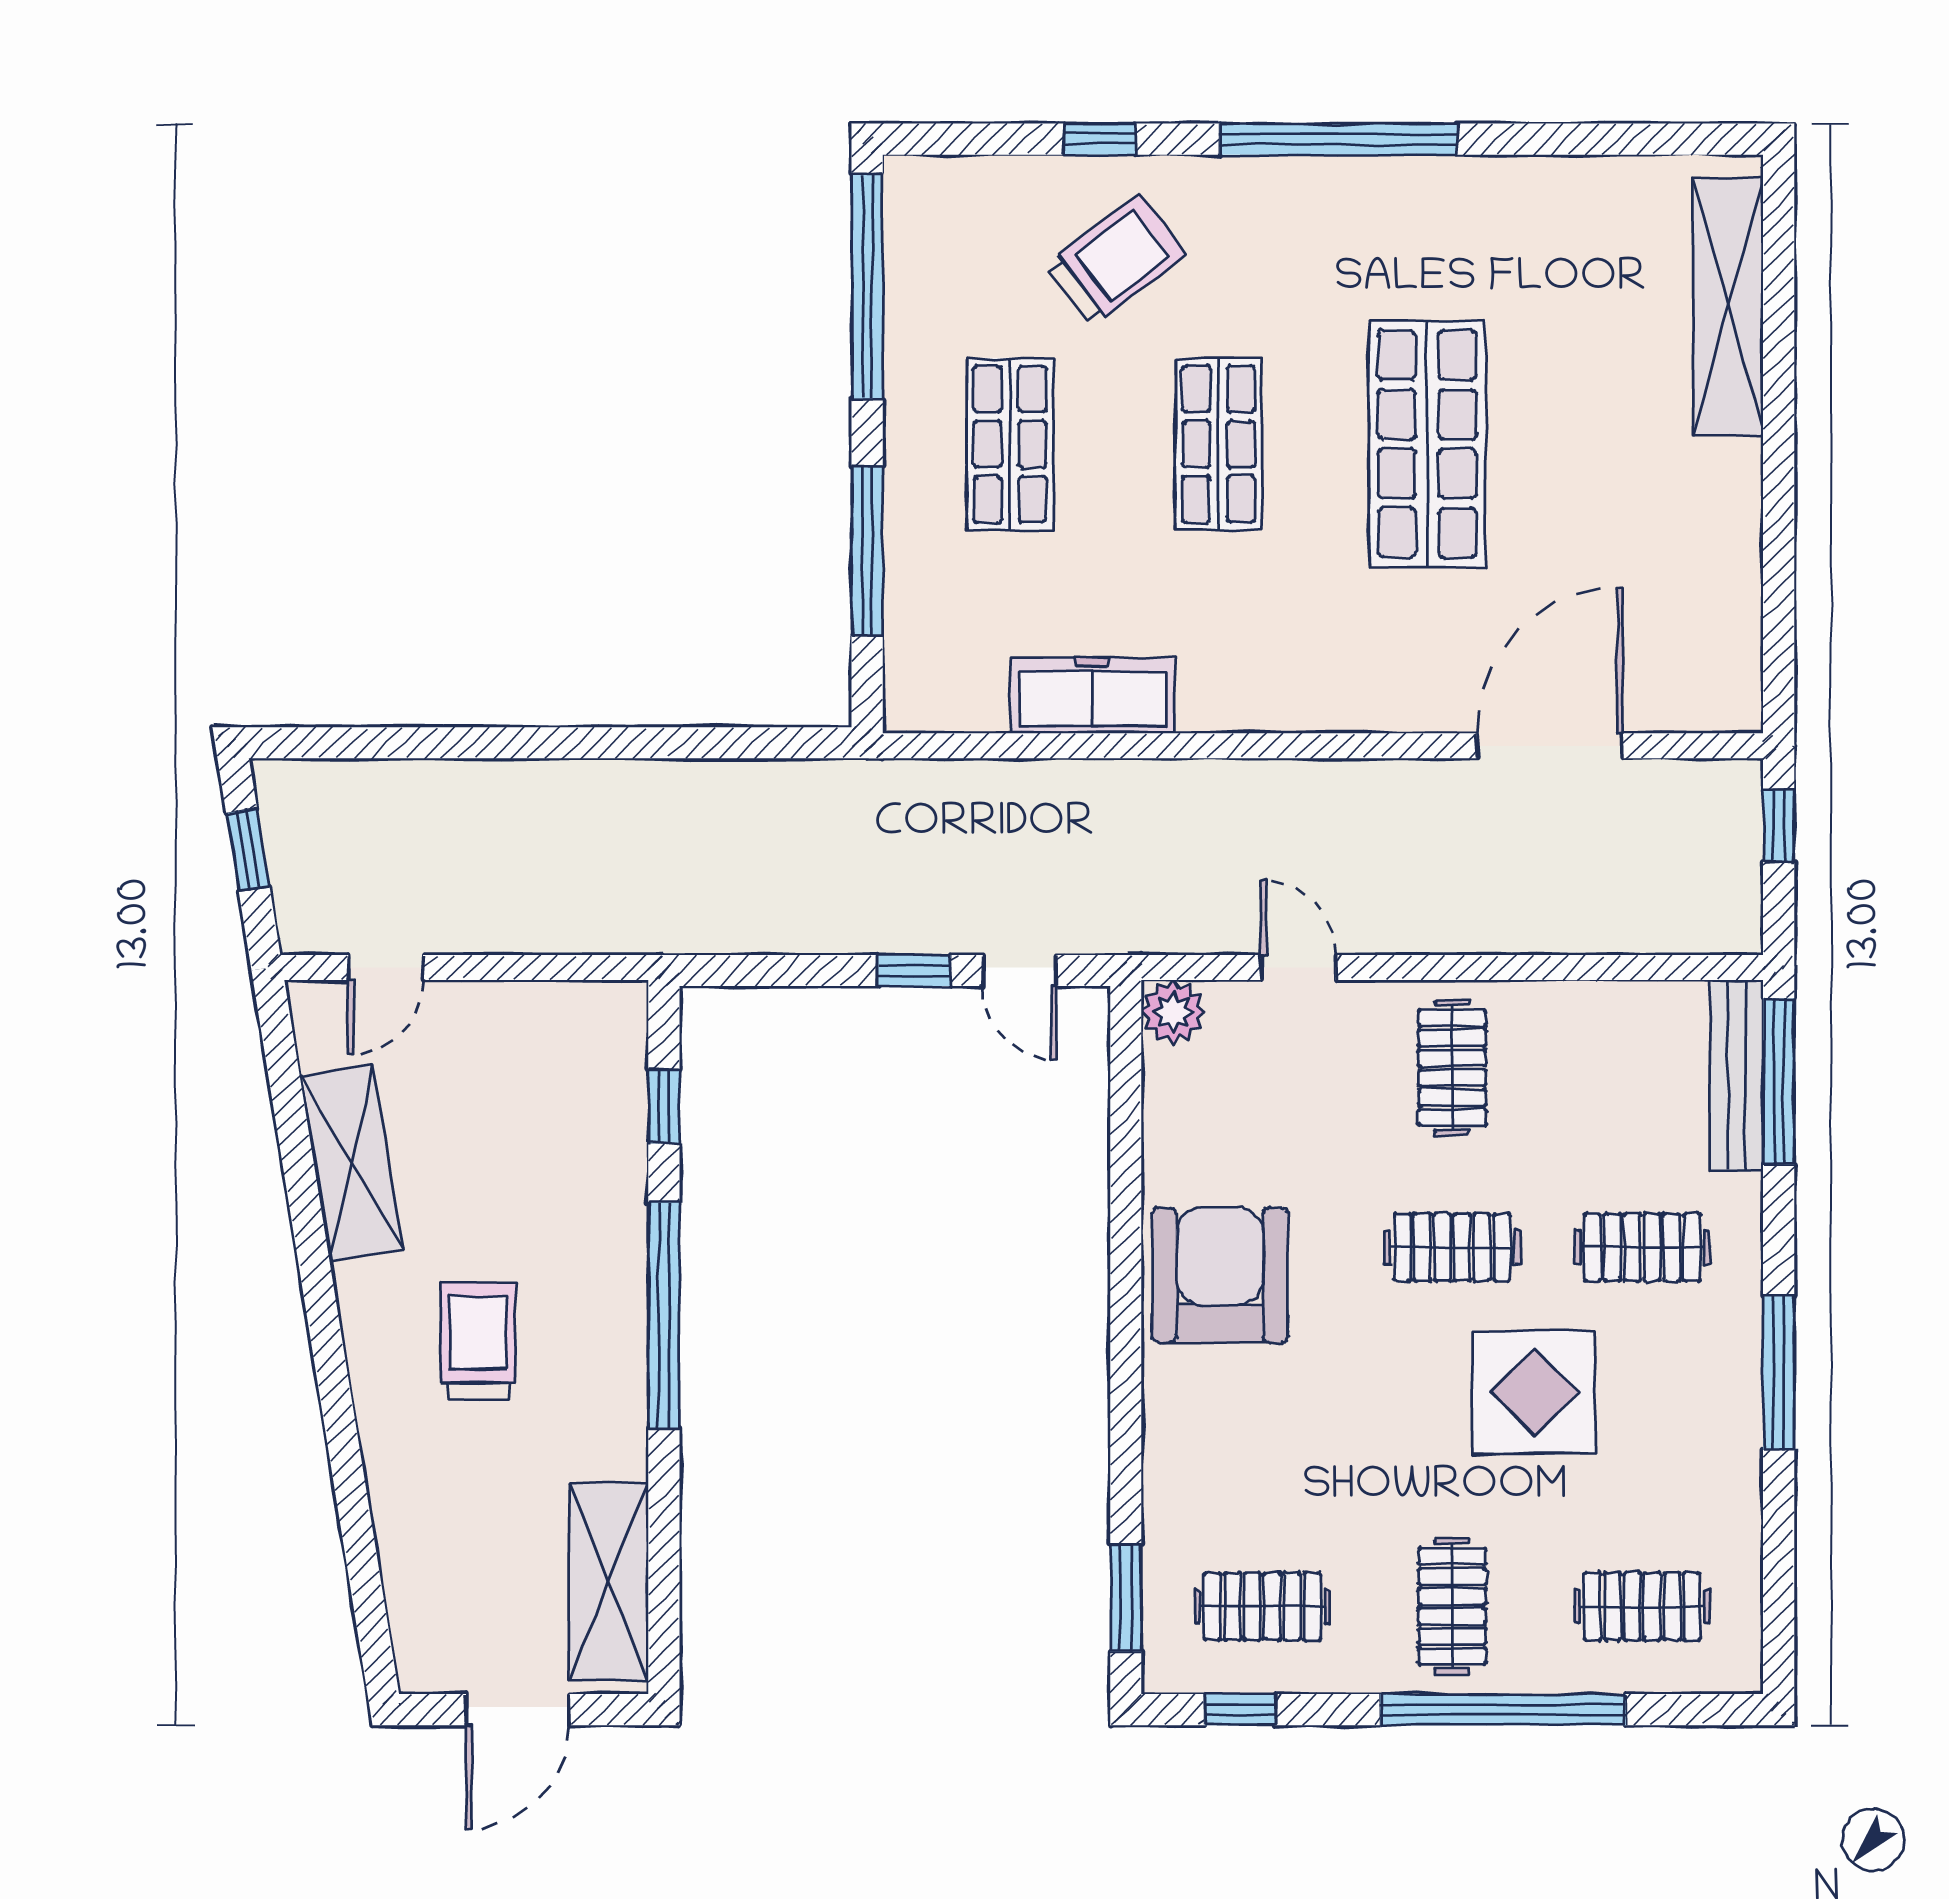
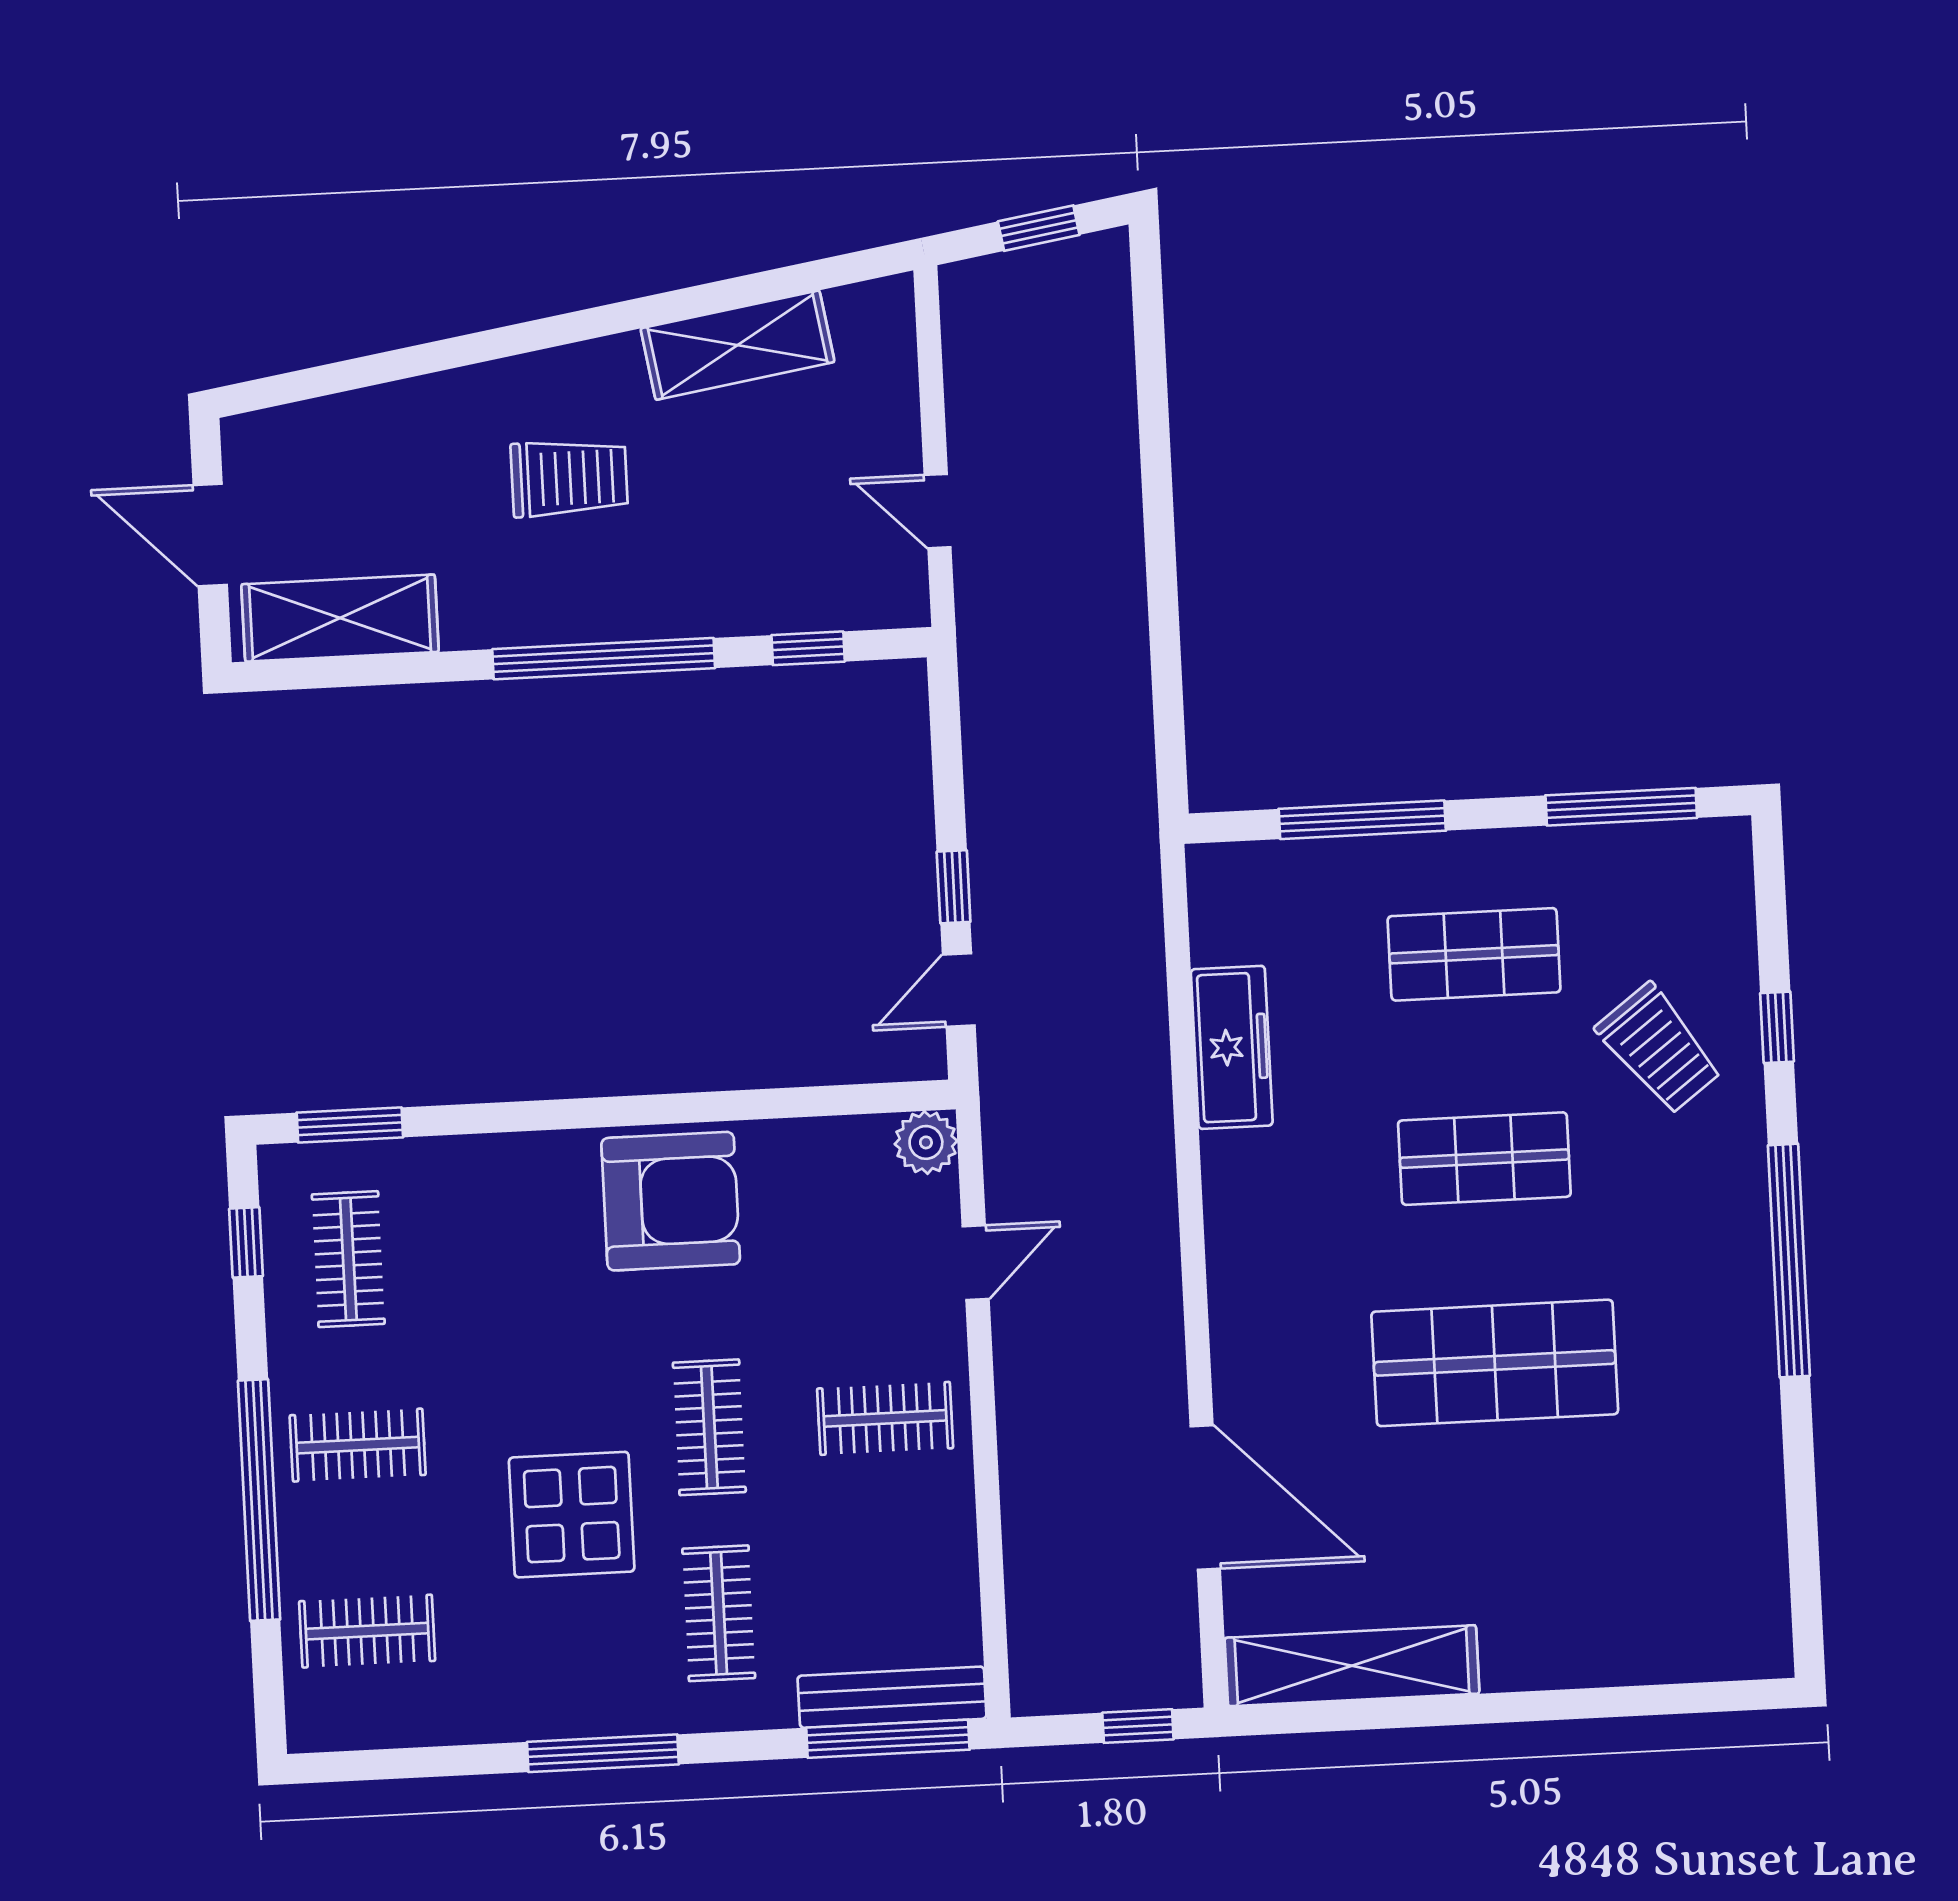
window: (867, 286) -> (1621, 807), width x0.68
shelving: (1728, 307) -> (1352, 1666), moved
door: (386, 967) -> (938, 511), moved
clothes rail: (1642, 1606) -> (367, 1631), turned 90

